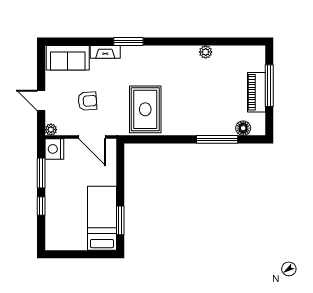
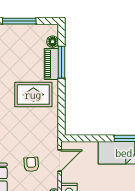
piano: (257, 92) -> (51, 64), moved, turned 90
rug: (145, 109) -> (33, 95), moved

